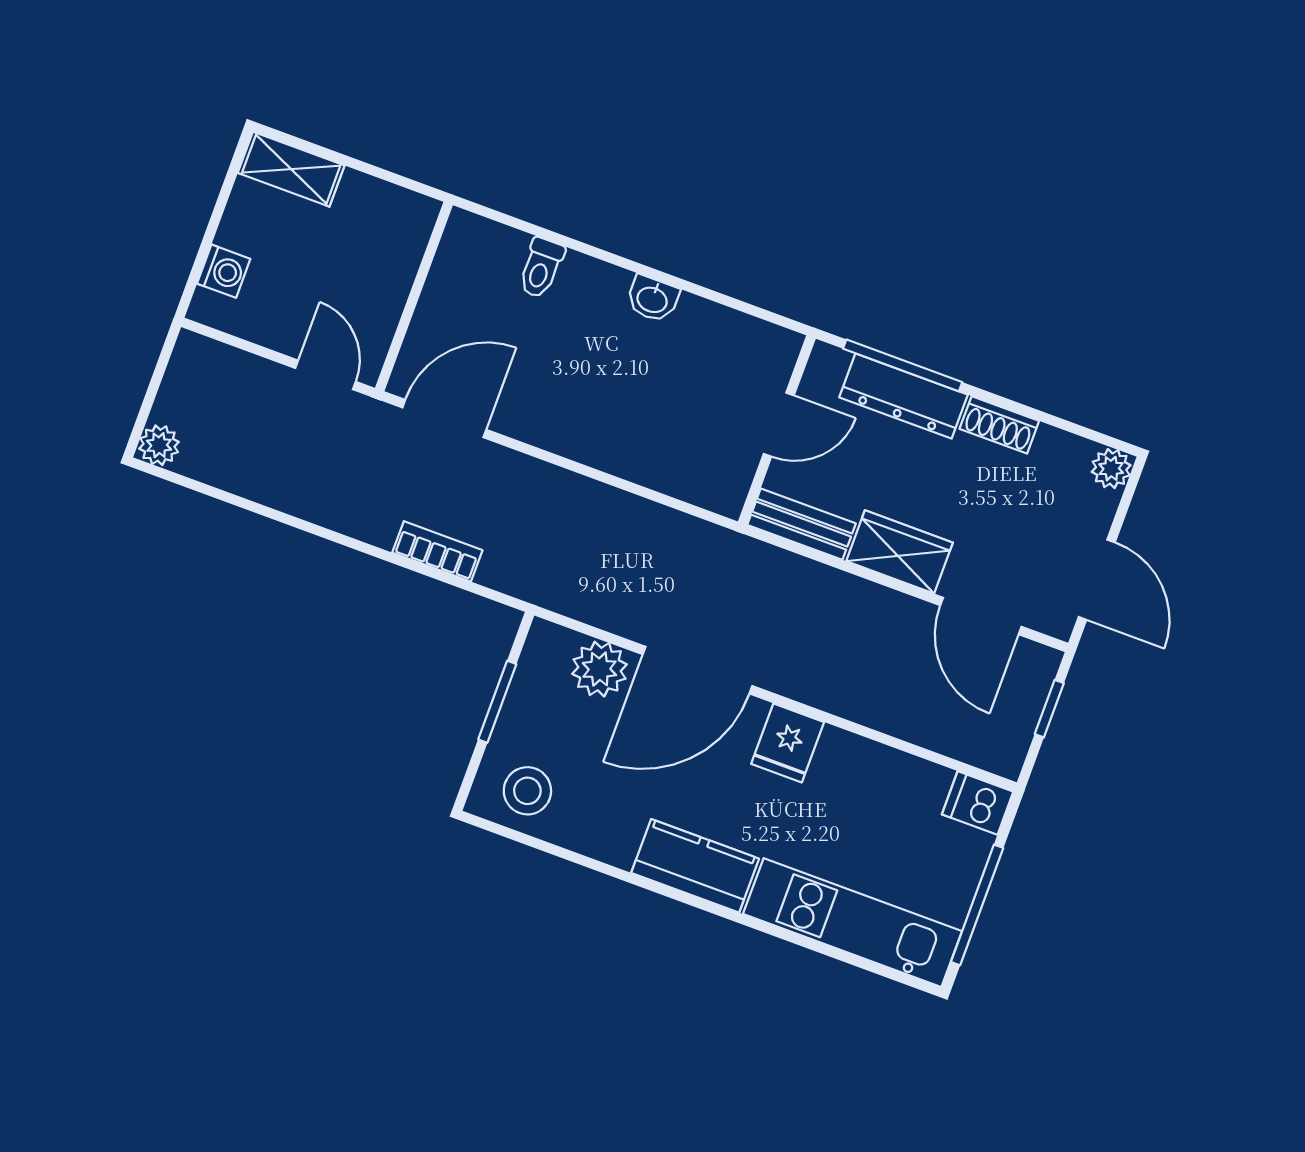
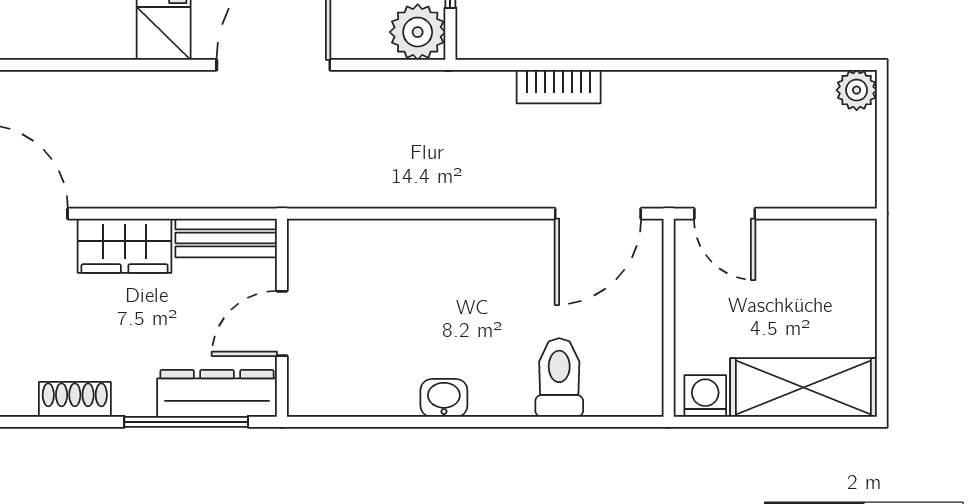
shelving: (291, 169) -> (803, 388), width x1.50, depth x1.33
toilet: (541, 268) -> (559, 377), width x1.37, depth x1.39
washing machine: (224, 271) -> (705, 396), moved, turned 90
dresser: (904, 396) -> (217, 393), moved
plant: (599, 669) -> (418, 32), moved

